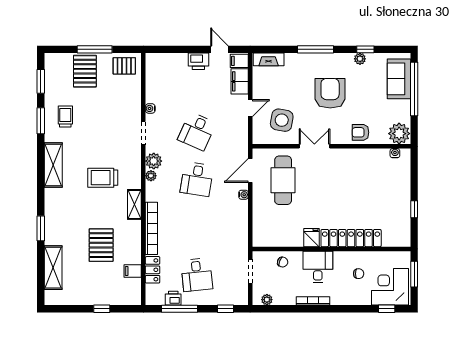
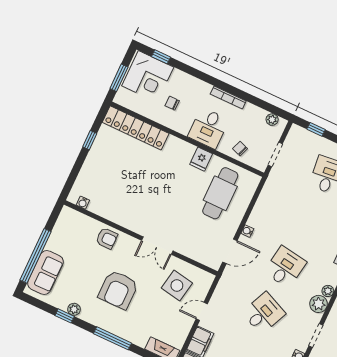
plant: (399, 134) -> (70, 220), removed
cafe table: (283, 180) -> (220, 193), moved
locker: (351, 238) -> (136, 128), moved

